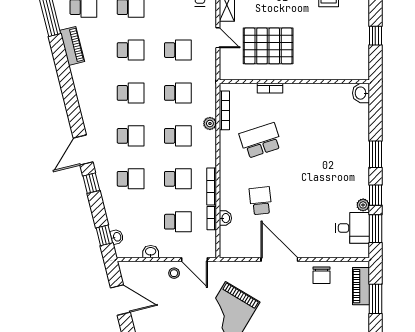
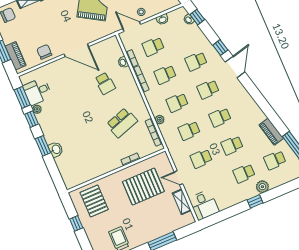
pallet: (340, 55) -> (94, 201), added
washbasin: (361, 93) -> (56, 149), moved

